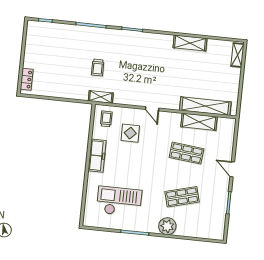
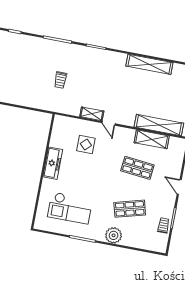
shelving: (190, 43) -> (149, 64), width x1.47
shelving: (101, 97) -> (92, 114), moved
trolley: (106, 119) -> (163, 225), moved
checkout: (119, 201) -> (70, 208), turned 180

